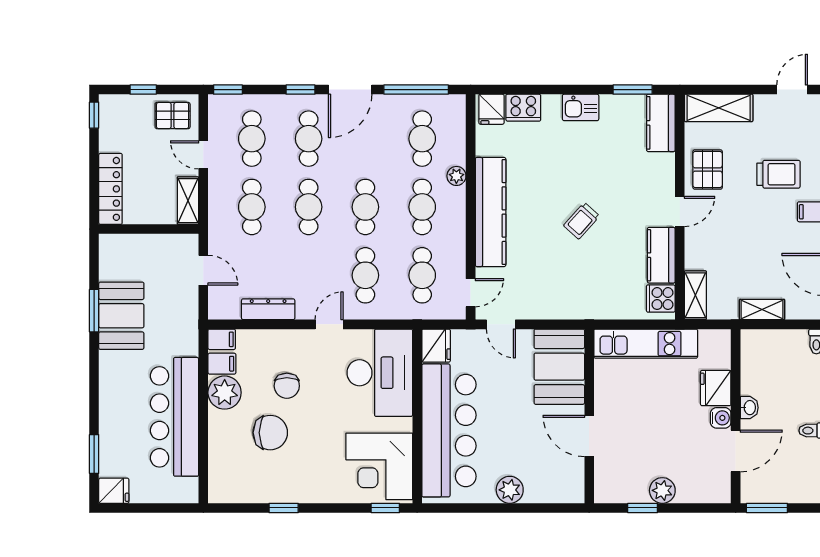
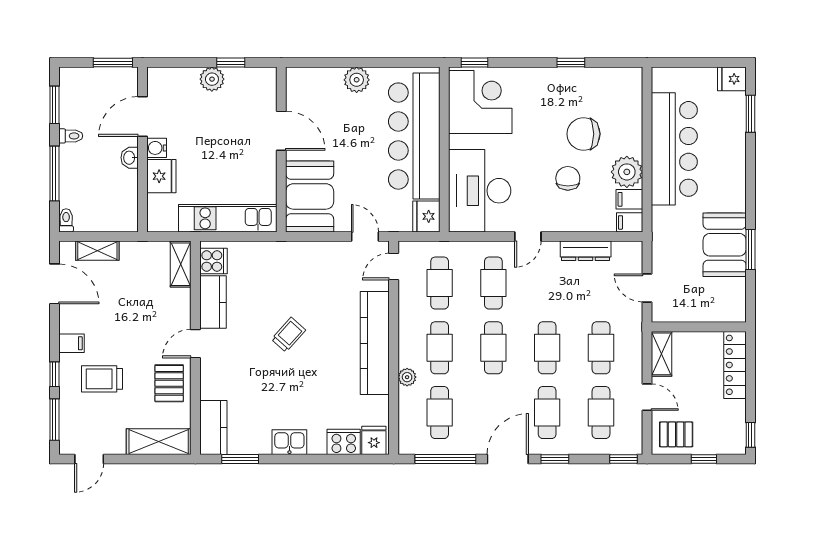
shelving: (762, 310) -> (97, 251), moved

